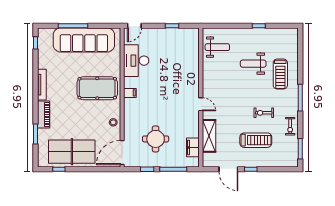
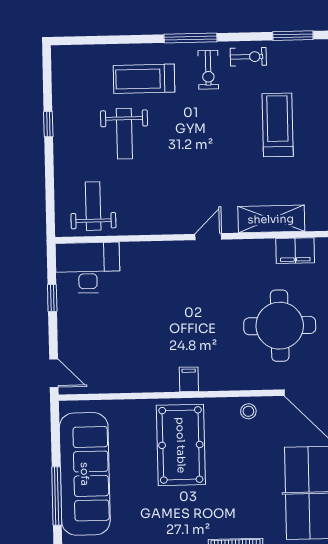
desk: (136, 61) -> (88, 268), moved, turned 180
treadmill: (280, 74) -> (144, 79), turned 180
exercise bike: (264, 113) -> (208, 70), moved
round table: (156, 139) -> (280, 326), width x1.36, depth x1.36

